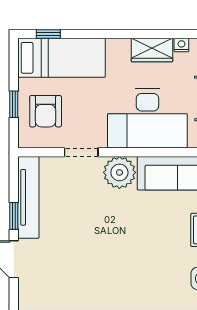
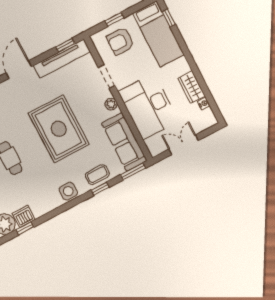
plant: (119, 172) -> (111, 104), width x0.53, depth x0.53
window: (14, 216) -> (65, 45), moved
rug: (116, 249) -> (59, 129), added

